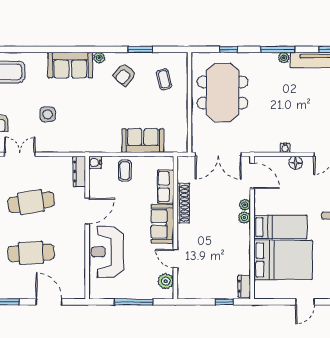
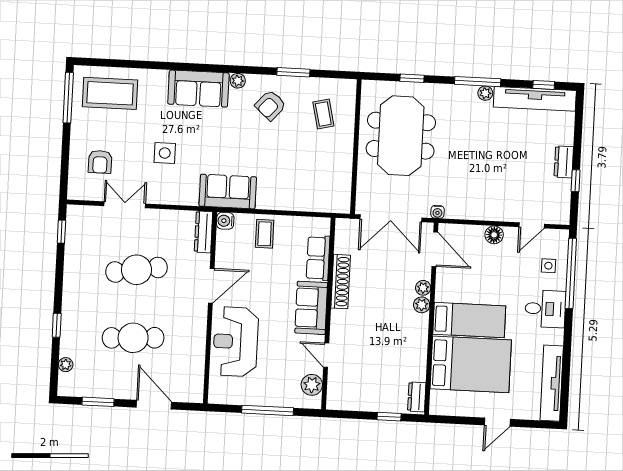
sofa: (143, 141) -> (228, 192), moved
water cooler: (285, 148) -> (437, 212), moved

